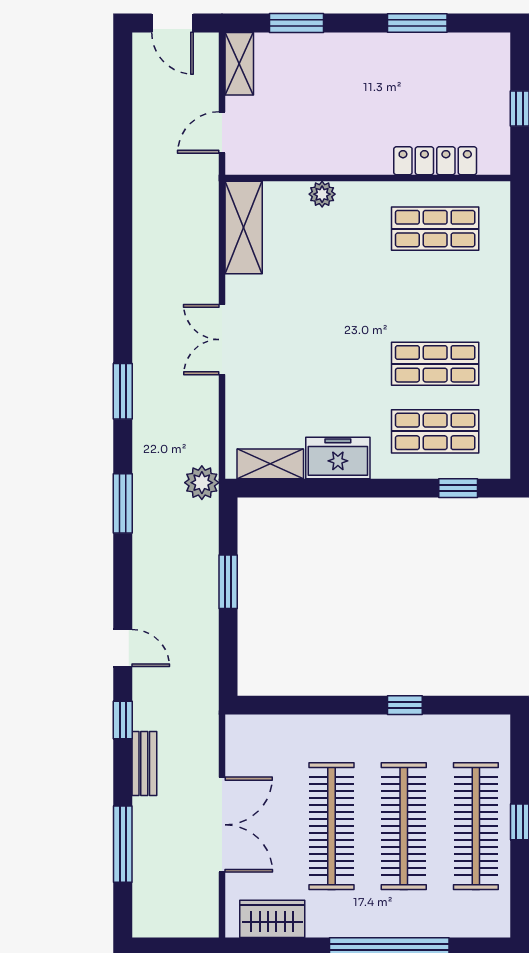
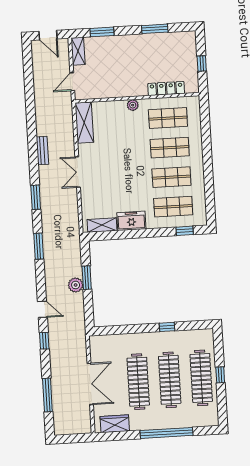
plant: (322, 194) -> (133, 105), moved
shop shelf: (435, 296) -> (170, 148), added
plant: (202, 483) -> (76, 285), moved
bench: (144, 764) -> (42, 151), moved

